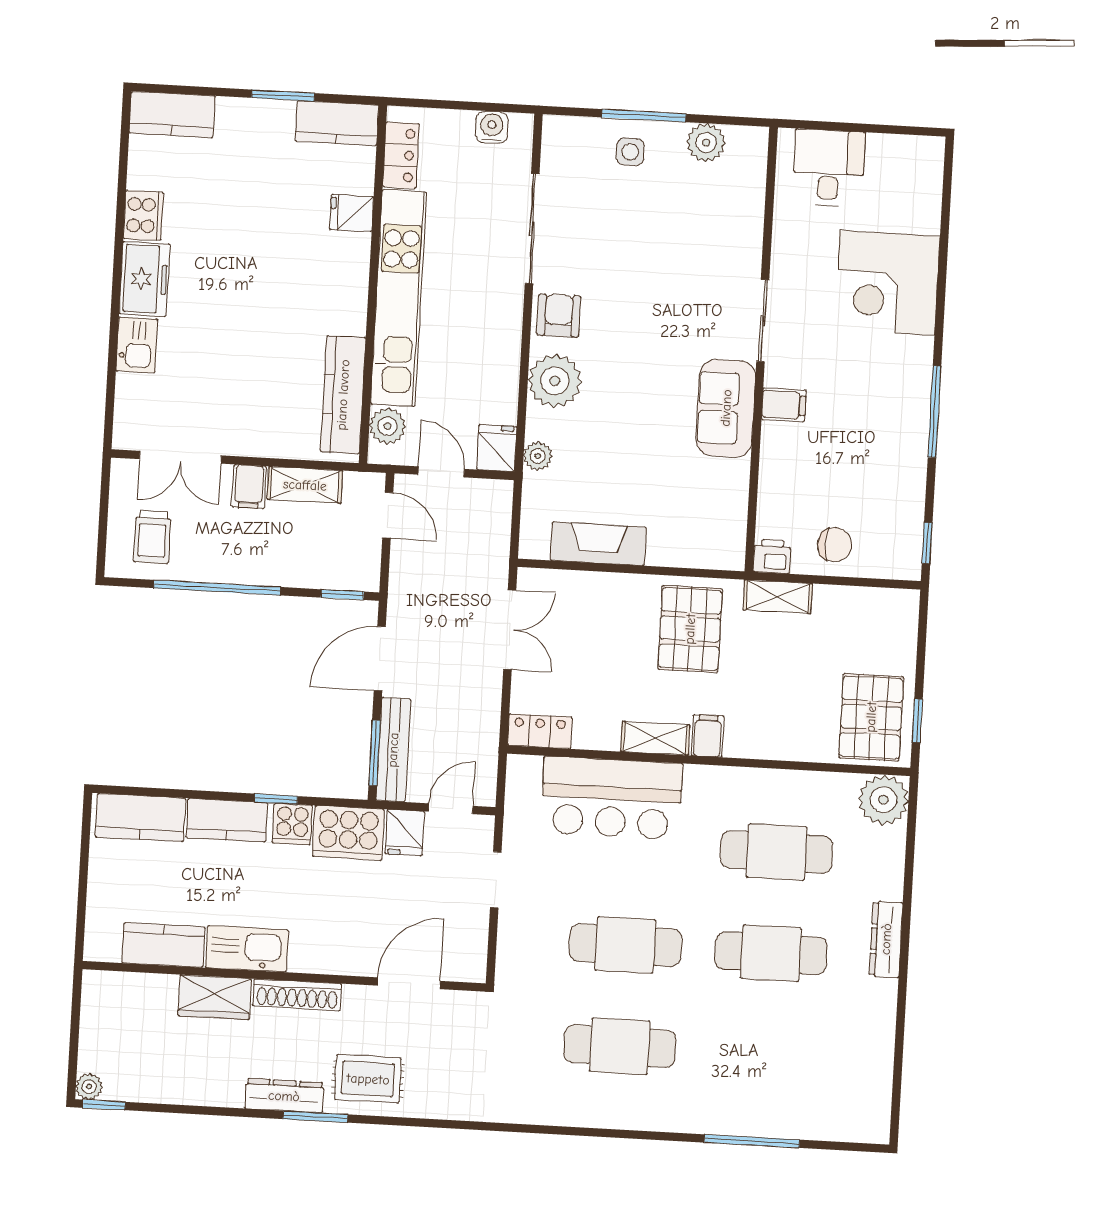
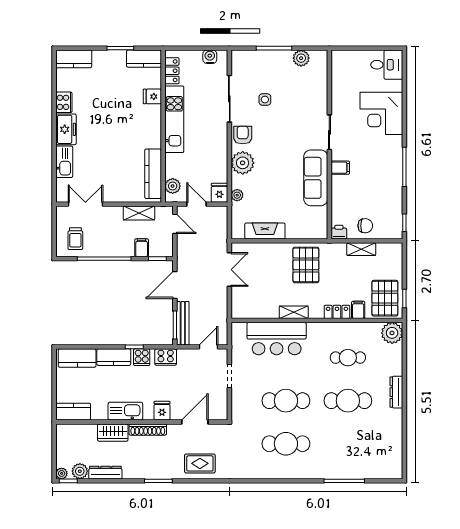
side table: (630, 152) -> (265, 100), moved
desk: (829, 168) -> (387, 65), moved, turned 90
kitchen unit: (399, 298) -> (174, 119), width x0.73
kitchen sink: (137, 345) -> (64, 162), width x1.38
sofa: (726, 408) -> (316, 178), width x1.36
double door: (180, 457) -> (85, 204), swing flipped
filing cabinet: (249, 487) -> (142, 248), moved, turned 180
shelving: (778, 597) -> (361, 249), moved
locker: (540, 731) -> (337, 312), moved
filing cabinet: (708, 736) -> (358, 310), moved
cooker: (348, 833) -> (166, 357), width x0.73, depth x0.76
fridge: (405, 833) -> (162, 411), moved, turned 180
cafe table: (777, 852) -> (348, 358), width x0.73, depth x0.74
kitchen counter: (163, 945) -> (73, 412), moved
rug: (368, 1079) -> (200, 463), moved
plant: (132, 1084) -> (80, 471), added
dresser: (284, 1096) -> (105, 473), moved

